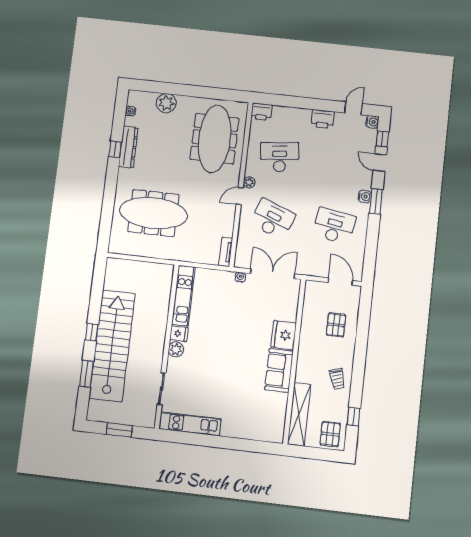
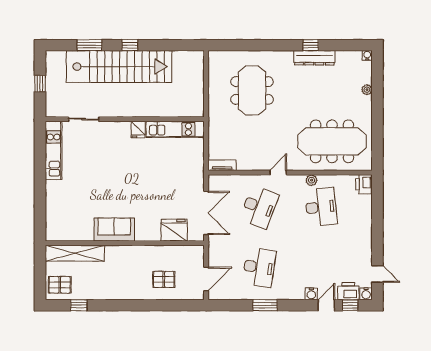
plant: (166, 103) -> (367, 90), width x0.53, depth x0.53
water cooler: (130, 111) -> (367, 55), moved
printer: (323, 119) -> (348, 291), moved, turned 90
plant: (249, 182) -> (312, 180), moved
door: (240, 196) -> (278, 173), hinge flipped
water cooler: (365, 197) -> (311, 294), moved
window: (376, 201) -> (265, 305), moved
meeting table: (153, 213) -> (252, 90), width x0.73
water cooler: (240, 277) -> (199, 182), removed
fridge: (284, 335) -> (174, 230), moved
plant: (176, 349) -> (123, 128), removed
trolley: (337, 379) -> (112, 286), removed
window: (119, 430) -> (40, 84), width x0.67

